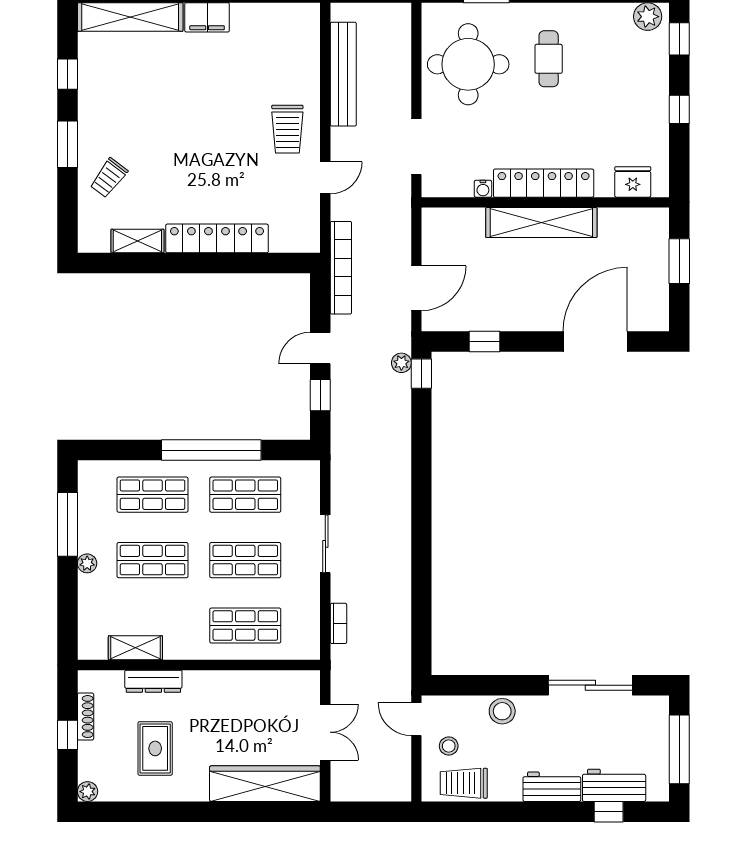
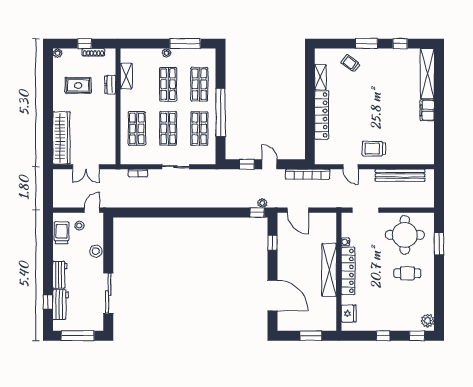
dresser: (153, 681) -> (110, 85), width x0.70

